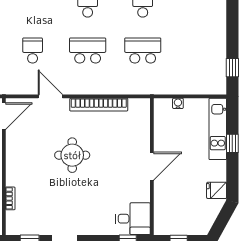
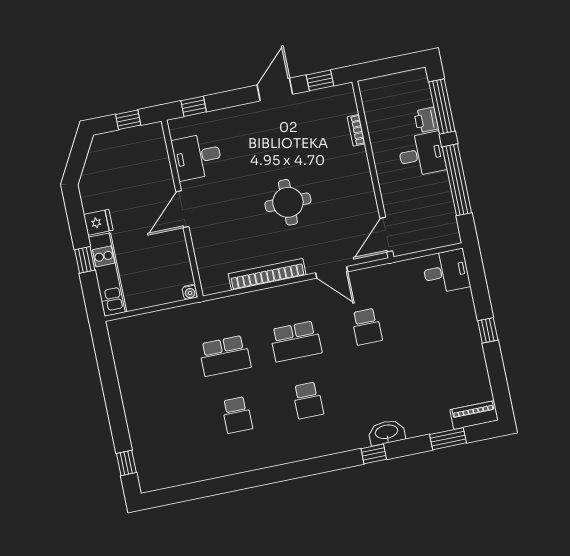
window: (232, 68) -> (105, 357), removed
water cooler: (178, 103) -> (190, 292), moved
fridge: (217, 190) -> (98, 222), moved
desk: (133, 219) -> (197, 157), moved

